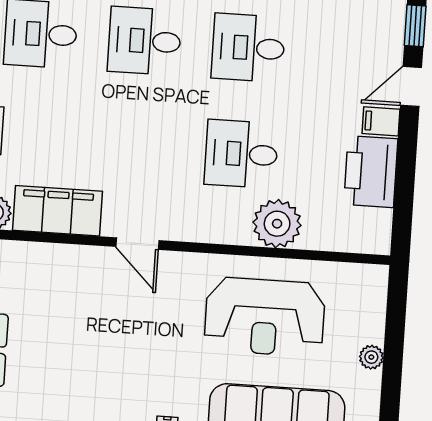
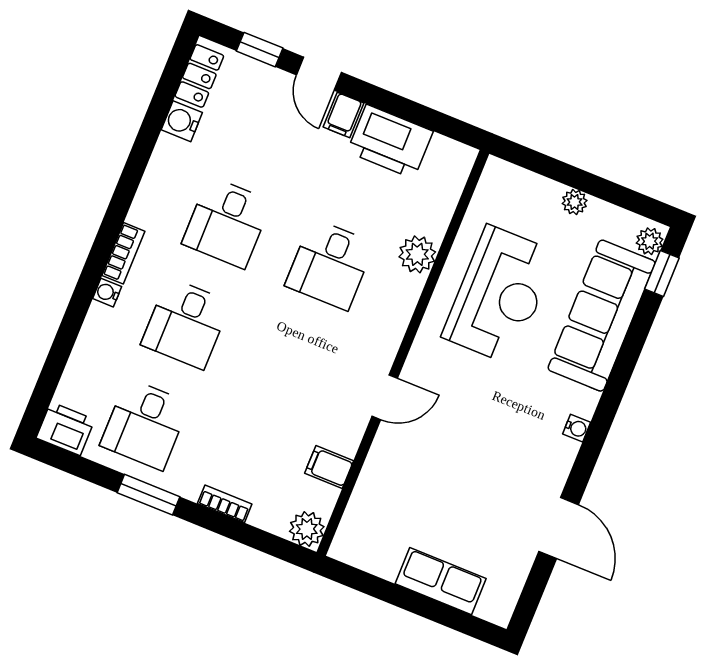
filing cabinet: (57, 211) -> (329, 467), width x0.33, depth x0.86
plant: (277, 224) -> (417, 254), width x0.73, depth x0.73

